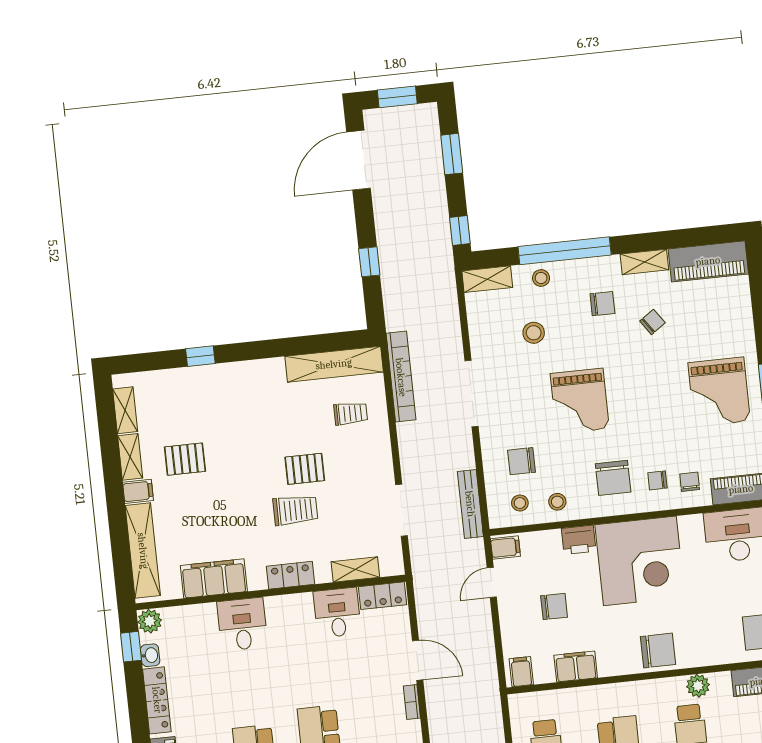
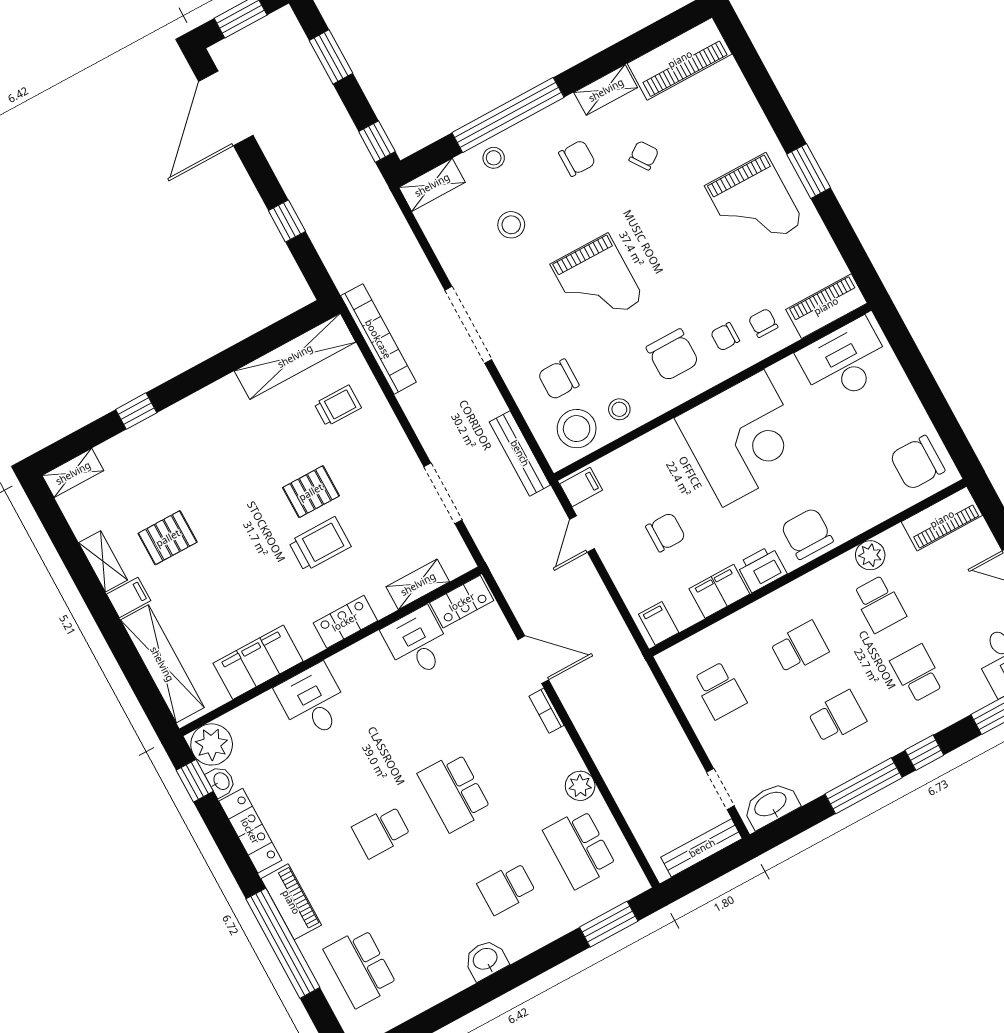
shelving: (125, 410) -> (73, 473), moved, turned 90
stool: (520, 503) -> (577, 429), width x1.89, depth x1.89
printer: (579, 540) -> (762, 569), moved, turned 180
plant: (150, 621) -> (212, 744), width x1.36, depth x1.36
chair: (658, 651) -> (807, 534), turned -90

